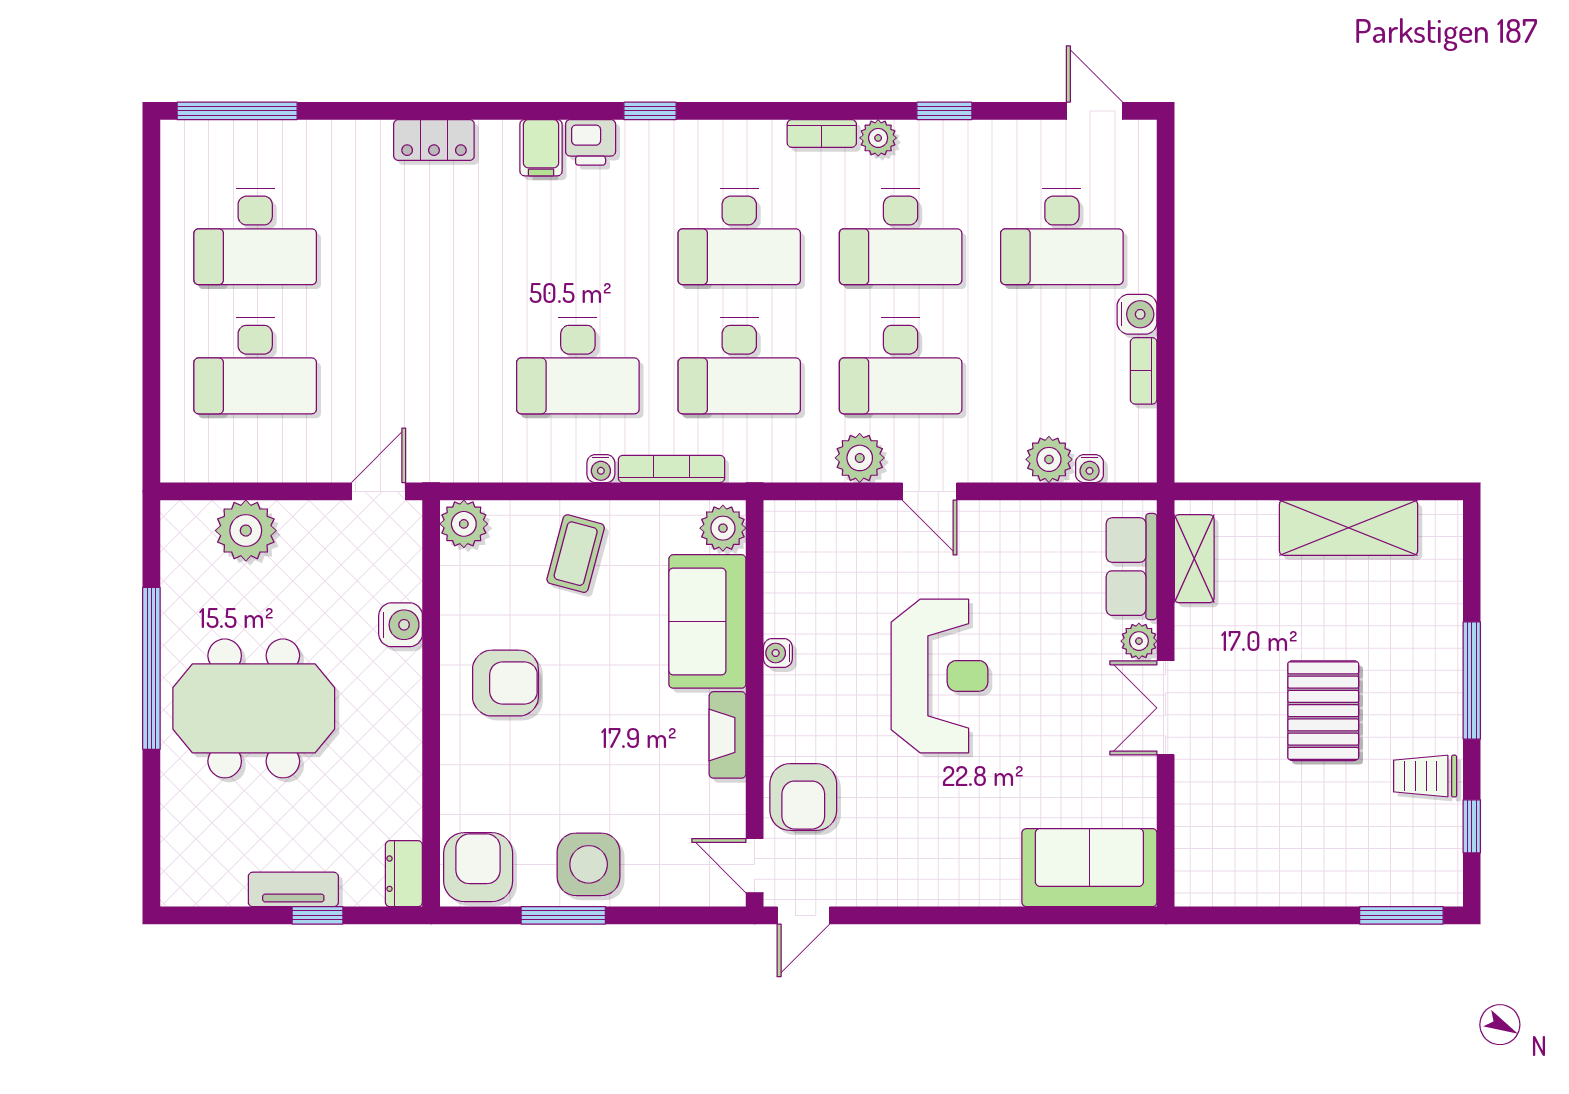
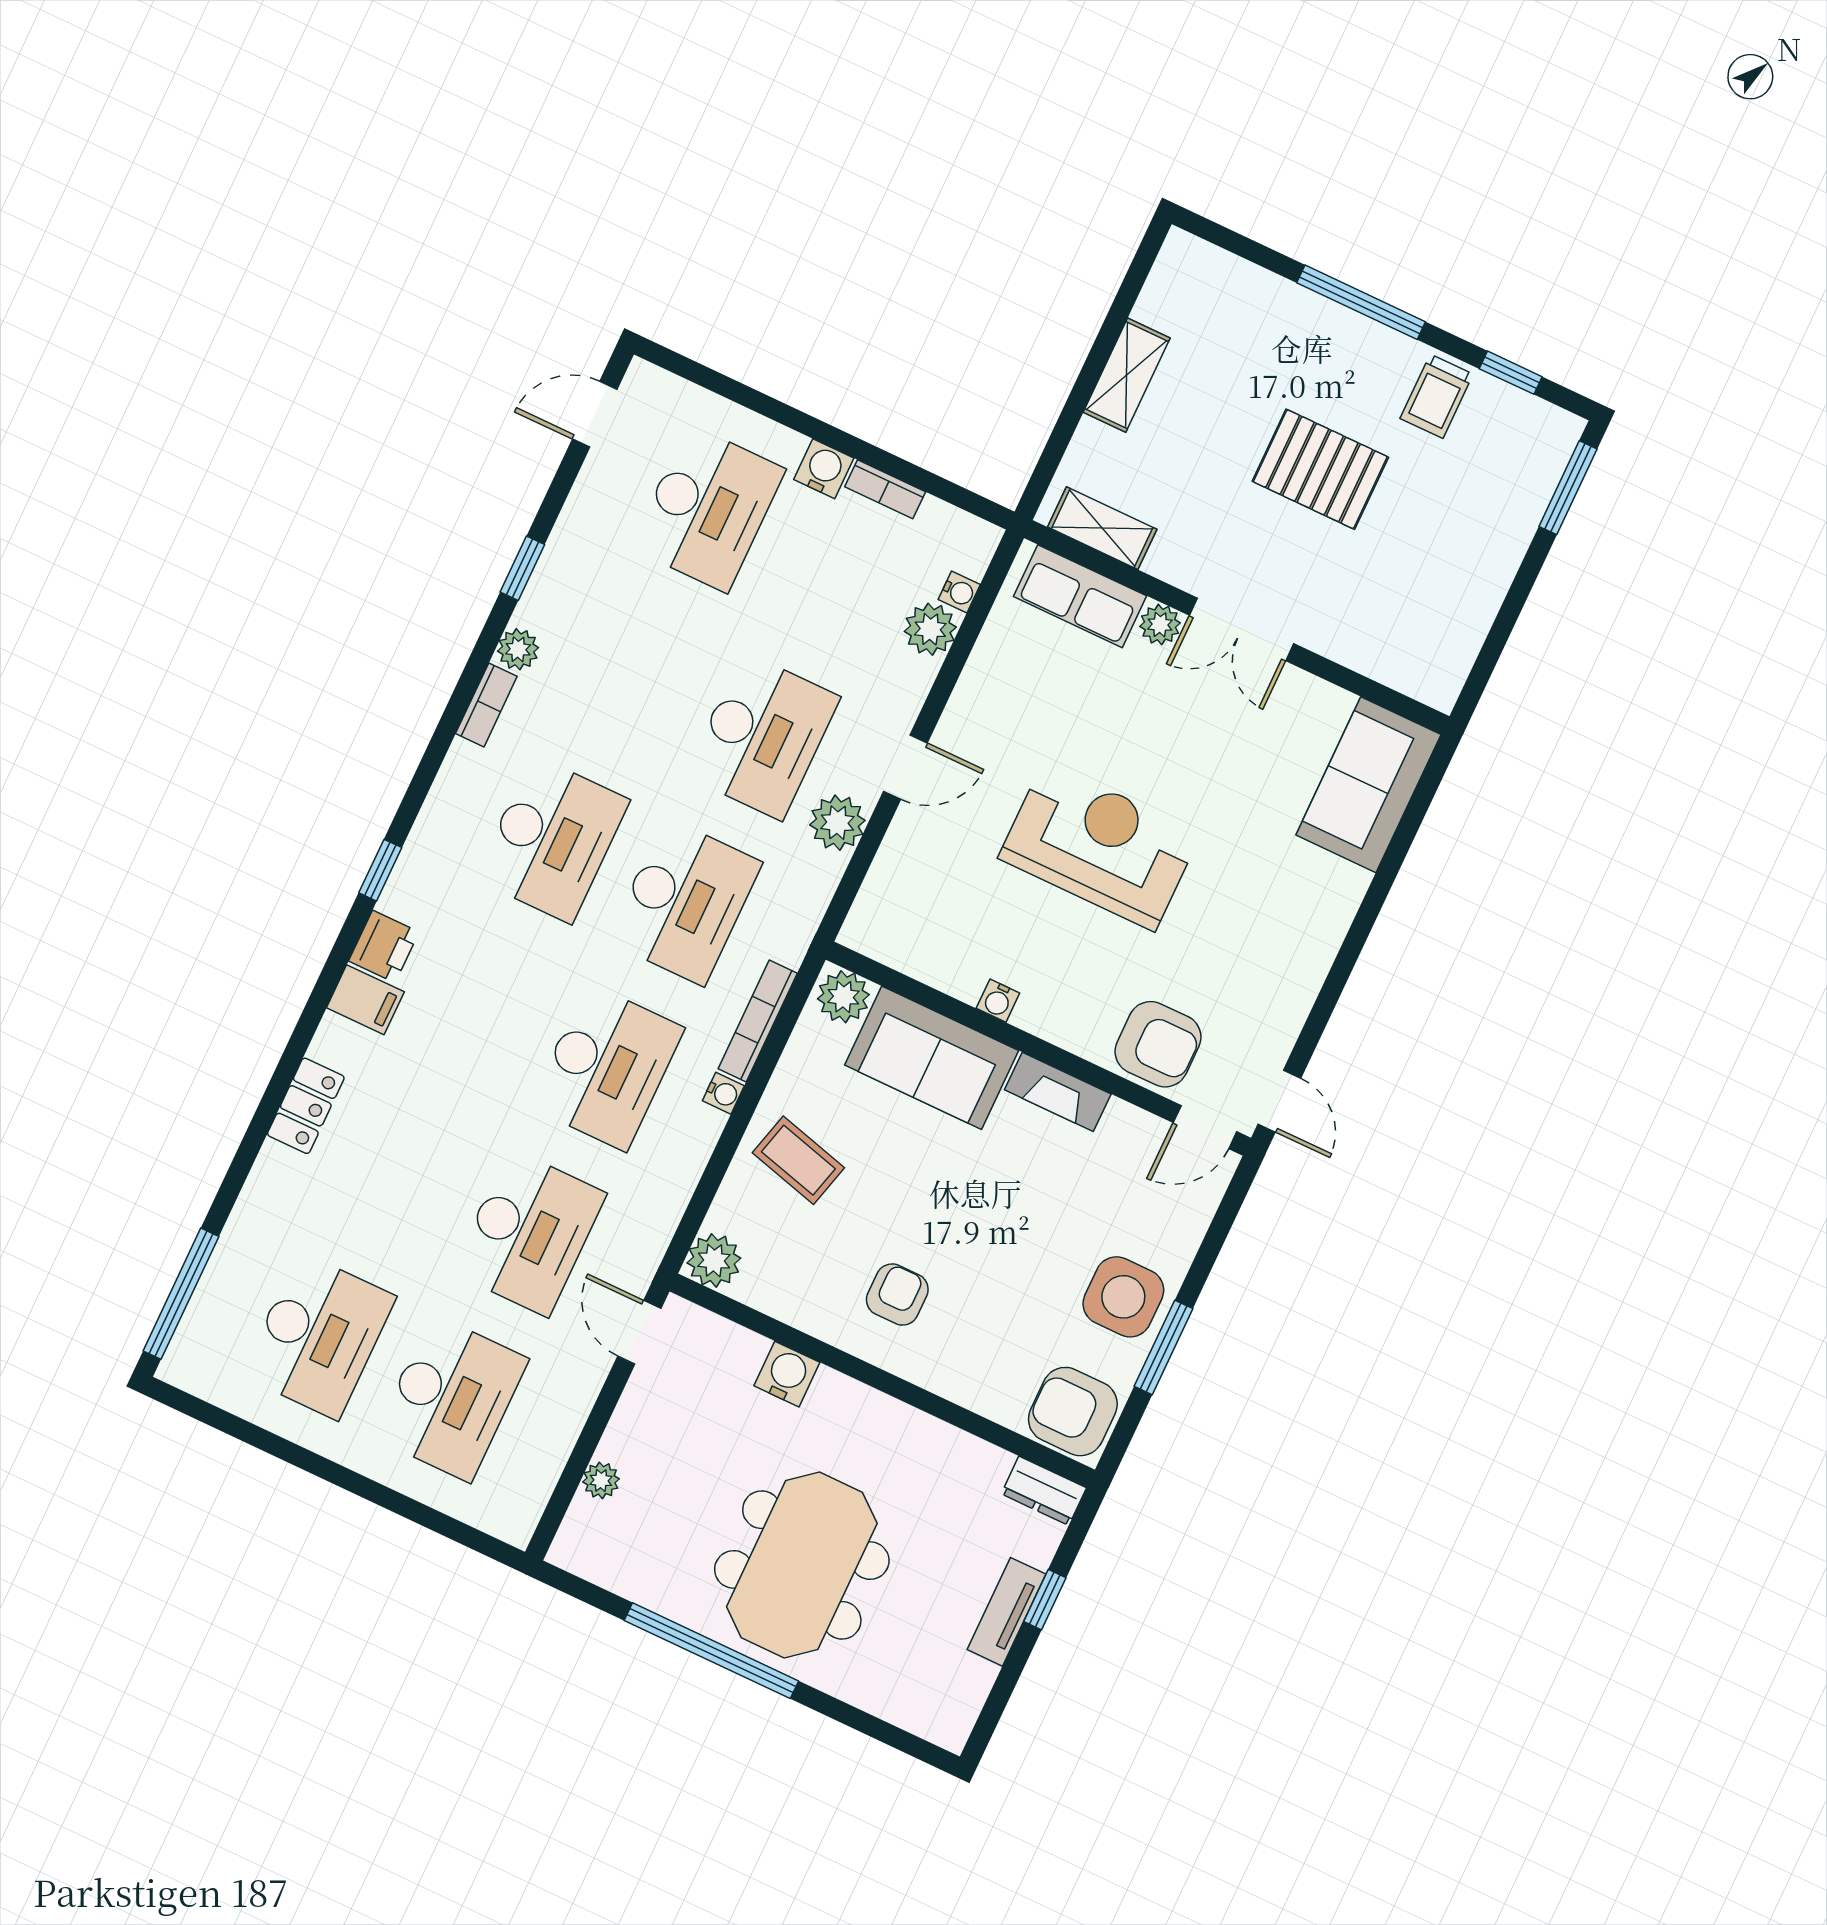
desk: (901, 237) -> (529, 1233), moved
shelving: (1349, 528) -> (1127, 375), width x0.67, depth x0.75
plant: (246, 531) -> (601, 1480), width x0.53, depth x0.53
armchair: (505, 683) -> (897, 1295), width x0.72, depth x0.72

